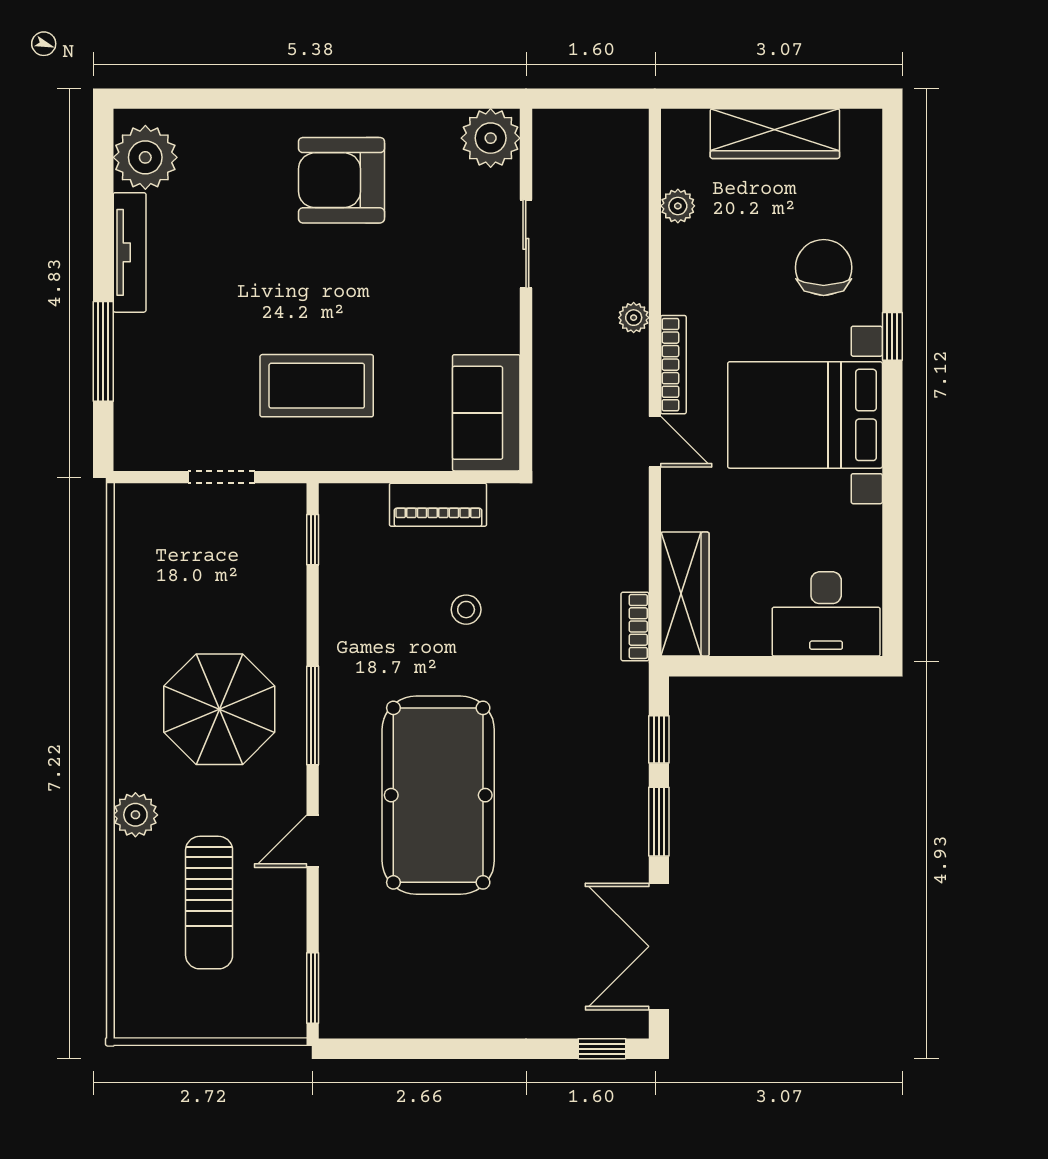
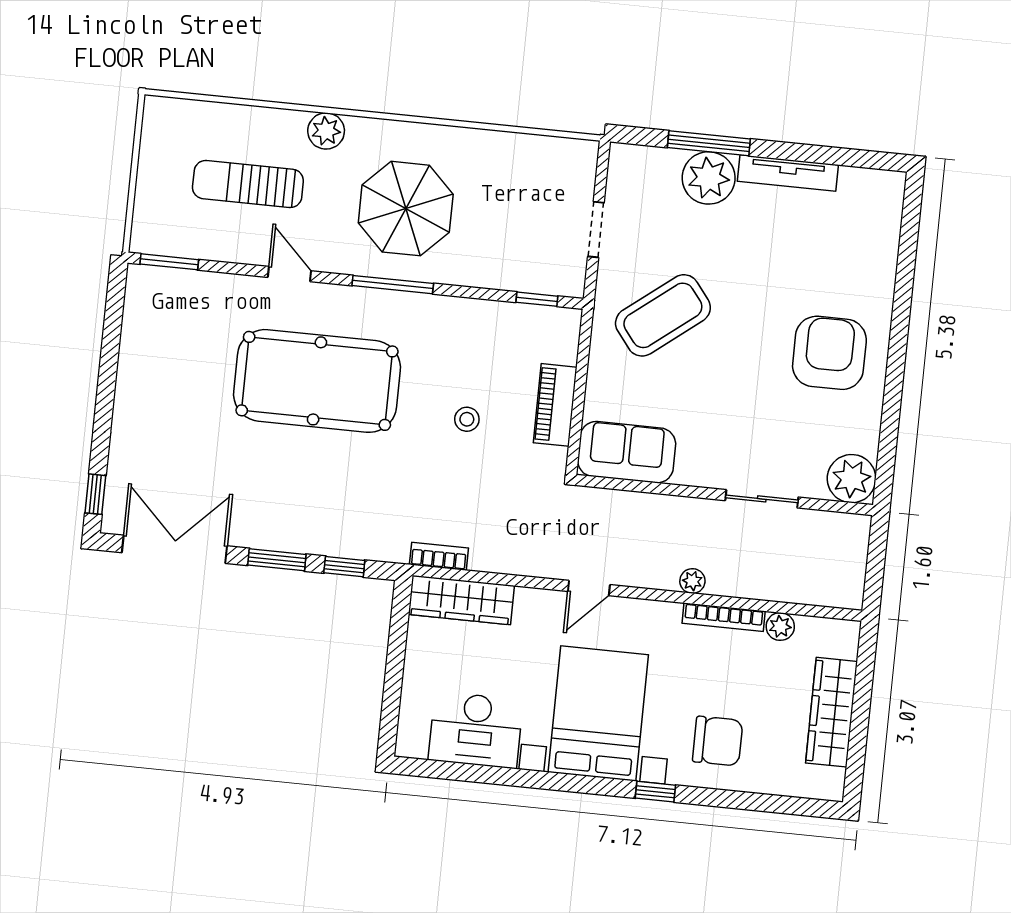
plant: (145, 157) -> (709, 178), moved
bookcase: (673, 365) -> (724, 617), moved
coffee table: (317, 386) -> (663, 315), turned 52
desk: (826, 614) -> (476, 730), moved, turned -90

